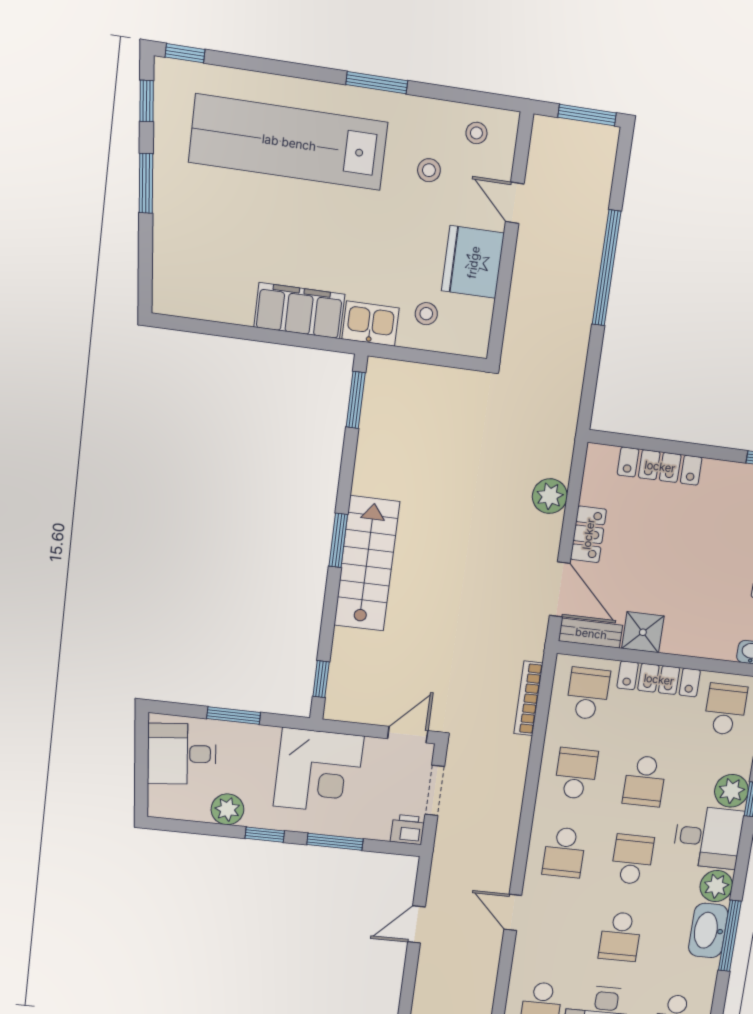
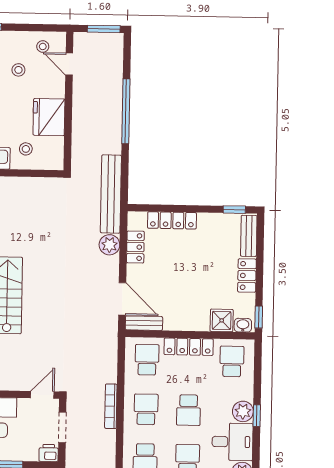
door: (515, 203) -> (69, 64), moved
bench: (563, 409) -> (111, 194), added
locker: (588, 534) -> (135, 247), moved
shower: (643, 632) -> (222, 320), moved
bookcase: (528, 698) -> (111, 406), moved

